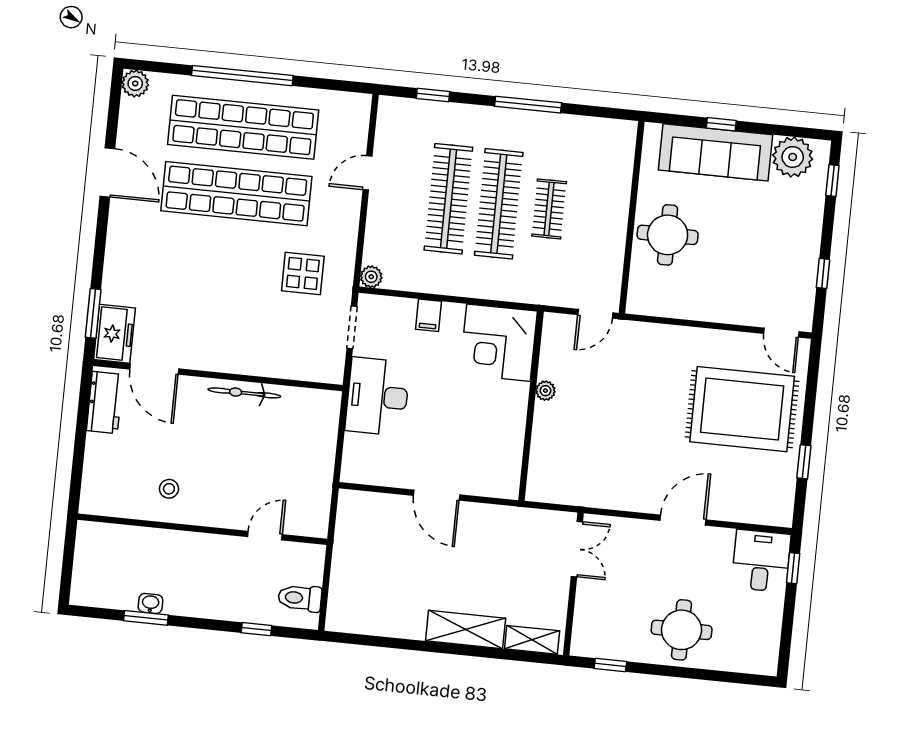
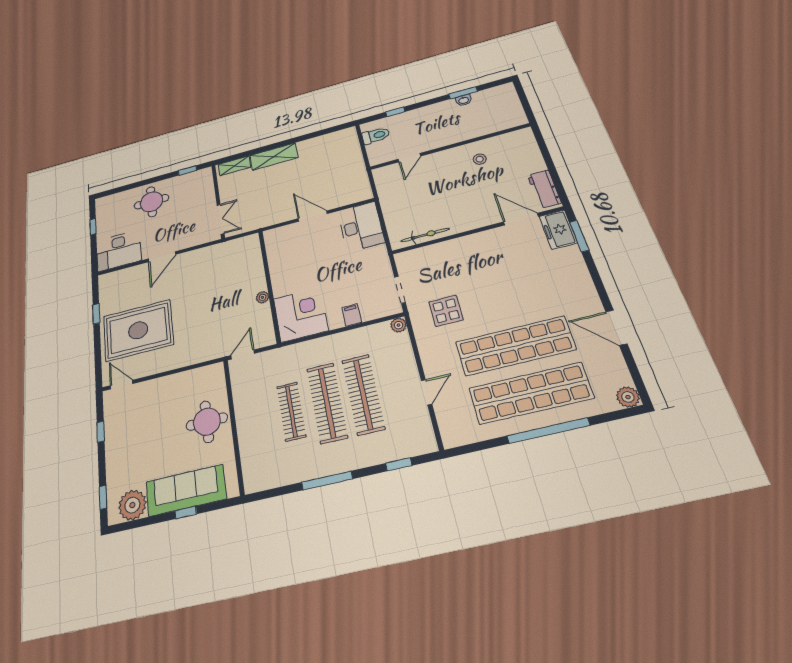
clothes rail: (549, 209) -> (291, 411), width x1.36
bicycle: (244, 393) -> (425, 235), moved
desk: (377, 396) -> (361, 227), moved
double door: (577, 549) -> (221, 219), swing flipped
desk: (761, 561) -> (119, 251), width x1.37
window: (793, 568) -> (93, 227), moved

